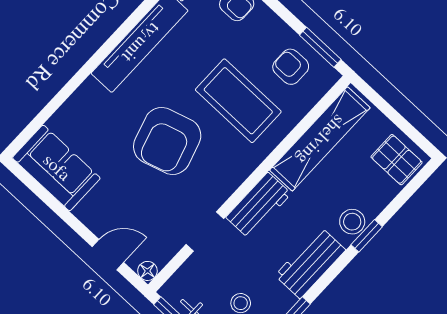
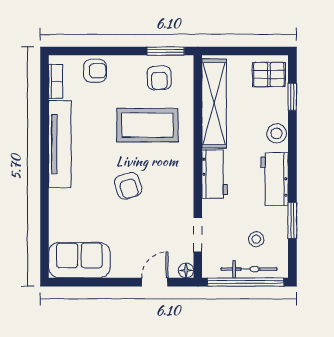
armchair: (291, 67) -> (159, 78), turned -93
armchair: (167, 141) -> (128, 186), width x0.53, depth x0.53
doorway: (205, 231) -> (198, 235), moved
window: (367, 236) -> (292, 97), moved

